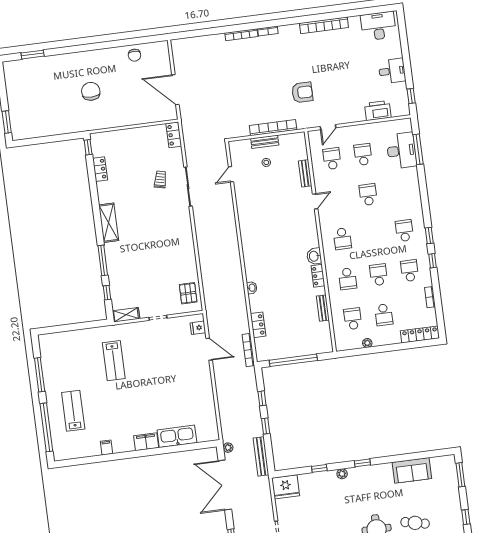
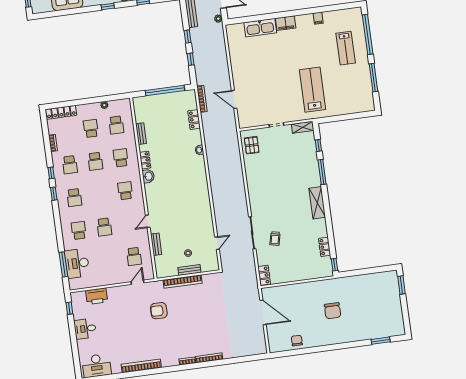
school desk: (363, 155) -> (79, 230), moved, turned 180
fridge: (198, 328) -> (244, 117), removed
lab bench: (114, 361) -> (312, 90), width x1.36, depth x1.39

